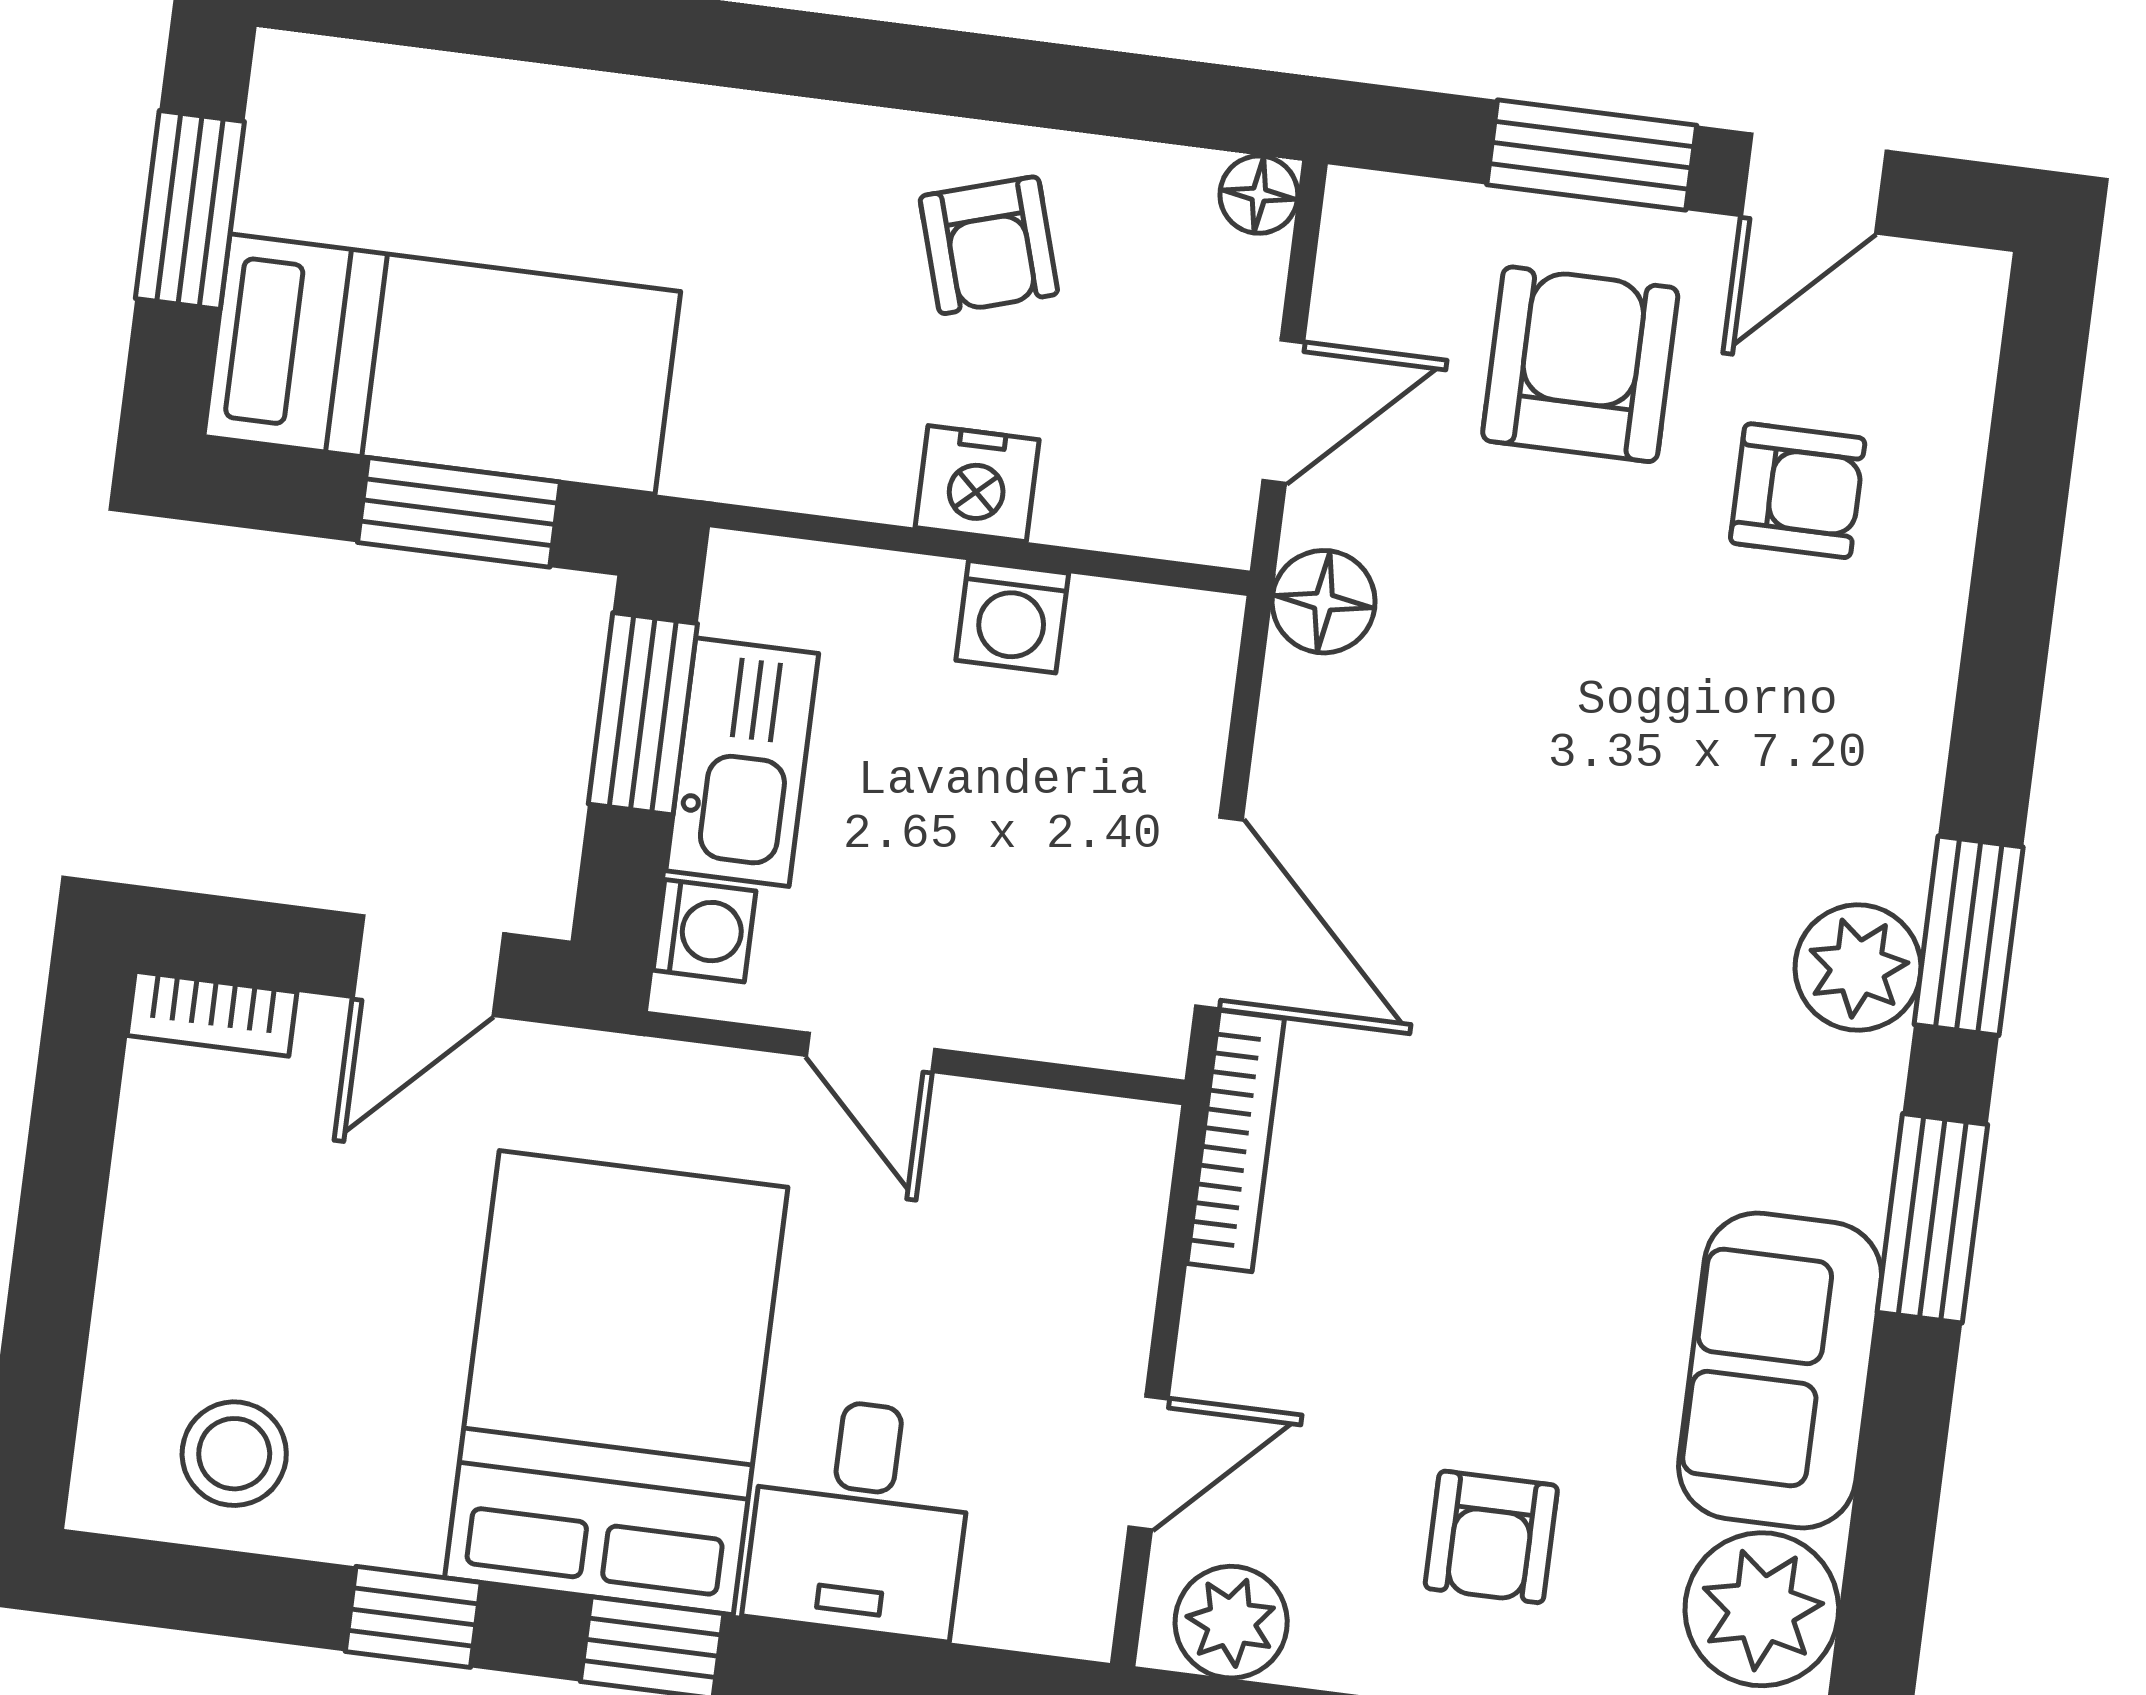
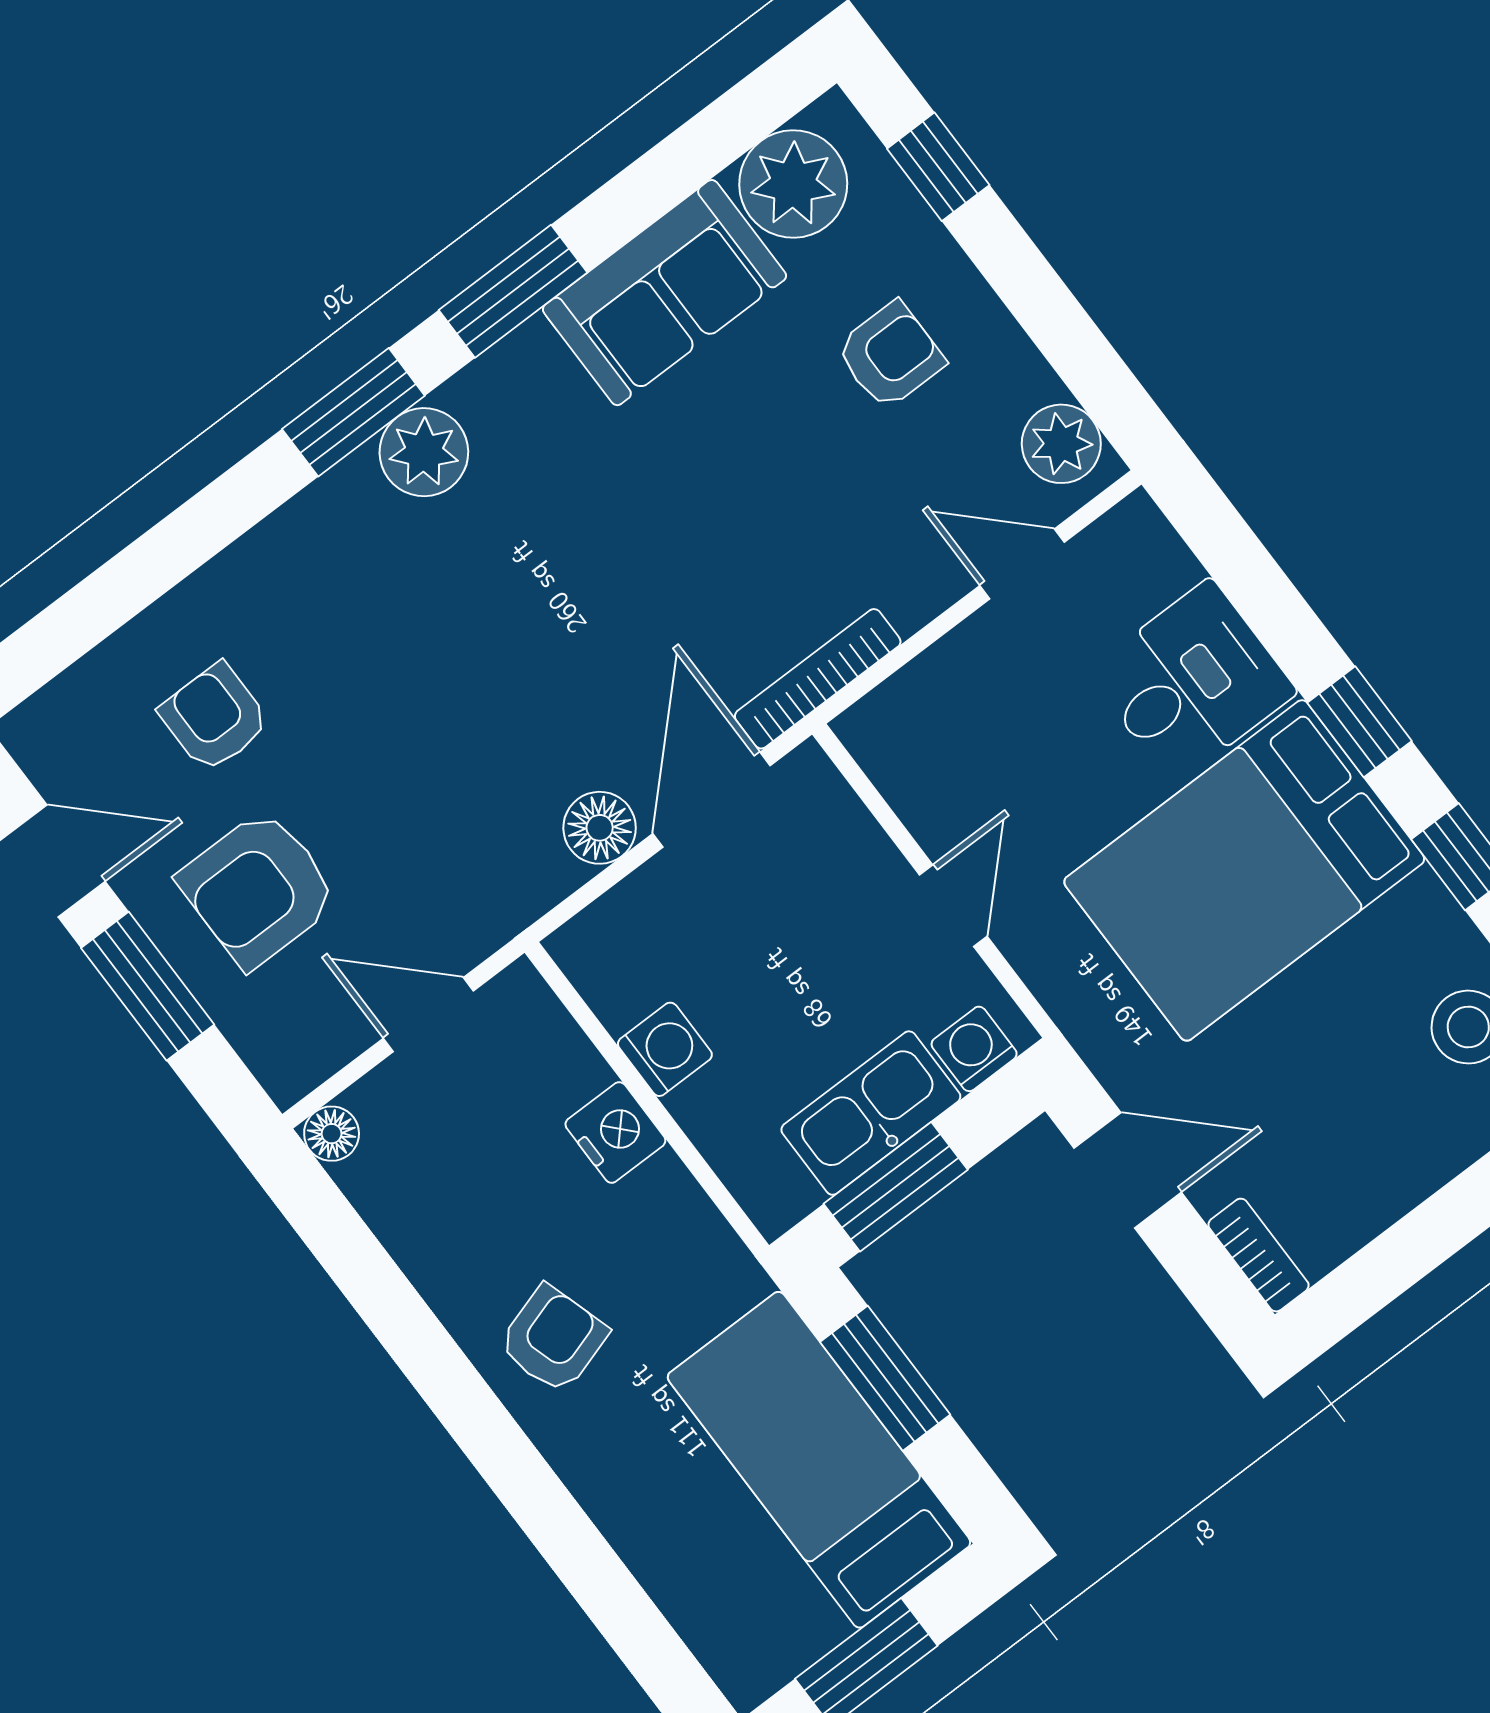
armchair: (989, 245) -> (553, 1339), moved
floor lamp: (1324, 602) -> (600, 828), moved

